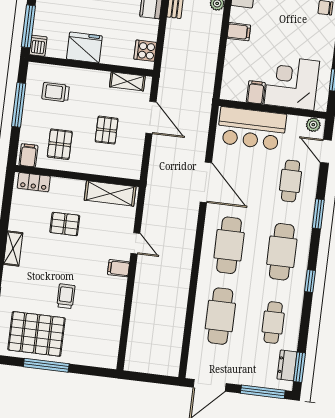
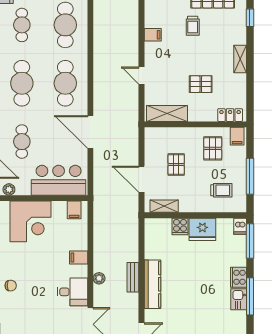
cooker: (145, 51) -> (180, 226), moved, turned 90
filing cabinet: (256, 92) -> (74, 210), moved
filing cabinet: (119, 268) -> (153, 35), moved

